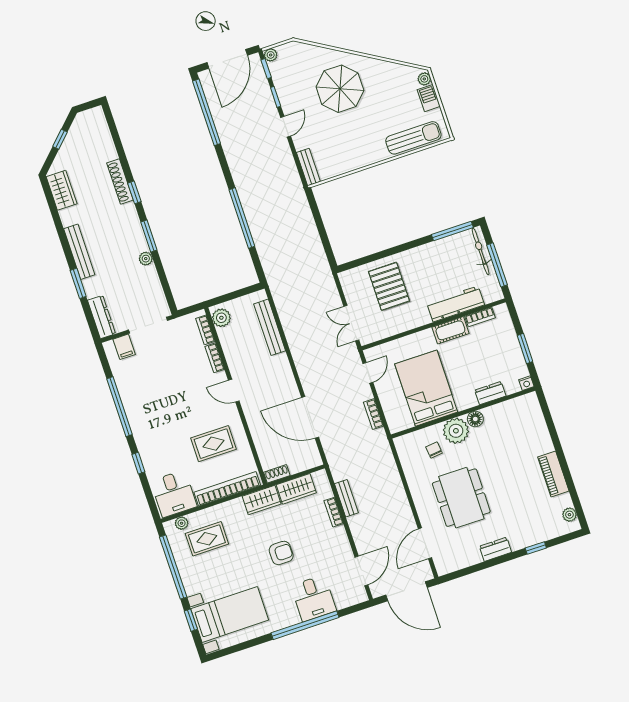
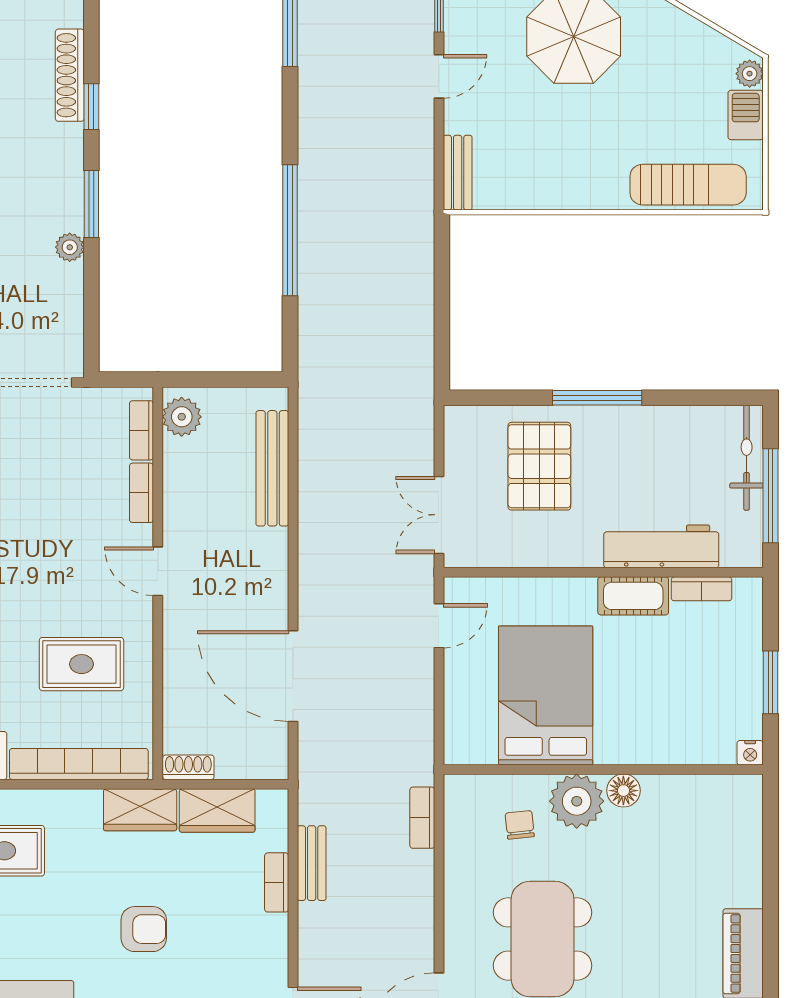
window: (452, 231) -> (597, 398), moved
dresser: (490, 393) -> (671, 748), removed
bookcase: (373, 414) -> (422, 818), moved

